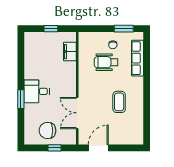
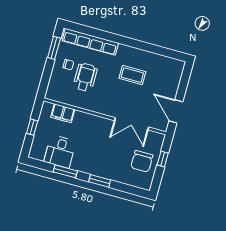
row of seats: (137, 58) -> (90, 42), width x1.36
wheelchair: (106, 62) -> (85, 77), turned 180
window: (21, 67) -> (65, 171), added
desk: (37, 91) -> (60, 151), moved

